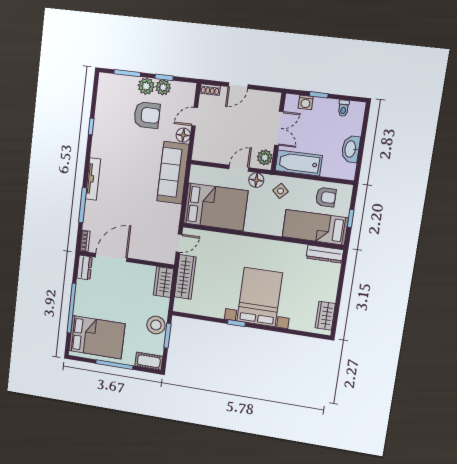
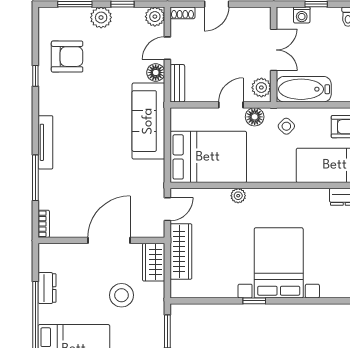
plant: (163, 87) -> (155, 17), moved
armchair: (147, 115) -> (67, 57), moved
bench: (199, 146) -> (177, 83), added
plant: (235, 240) -> (238, 196), added
door: (111, 257) -> (109, 240), moved
dresser: (84, 268) -> (47, 288), moved
stool: (156, 325) -> (121, 295), moved

